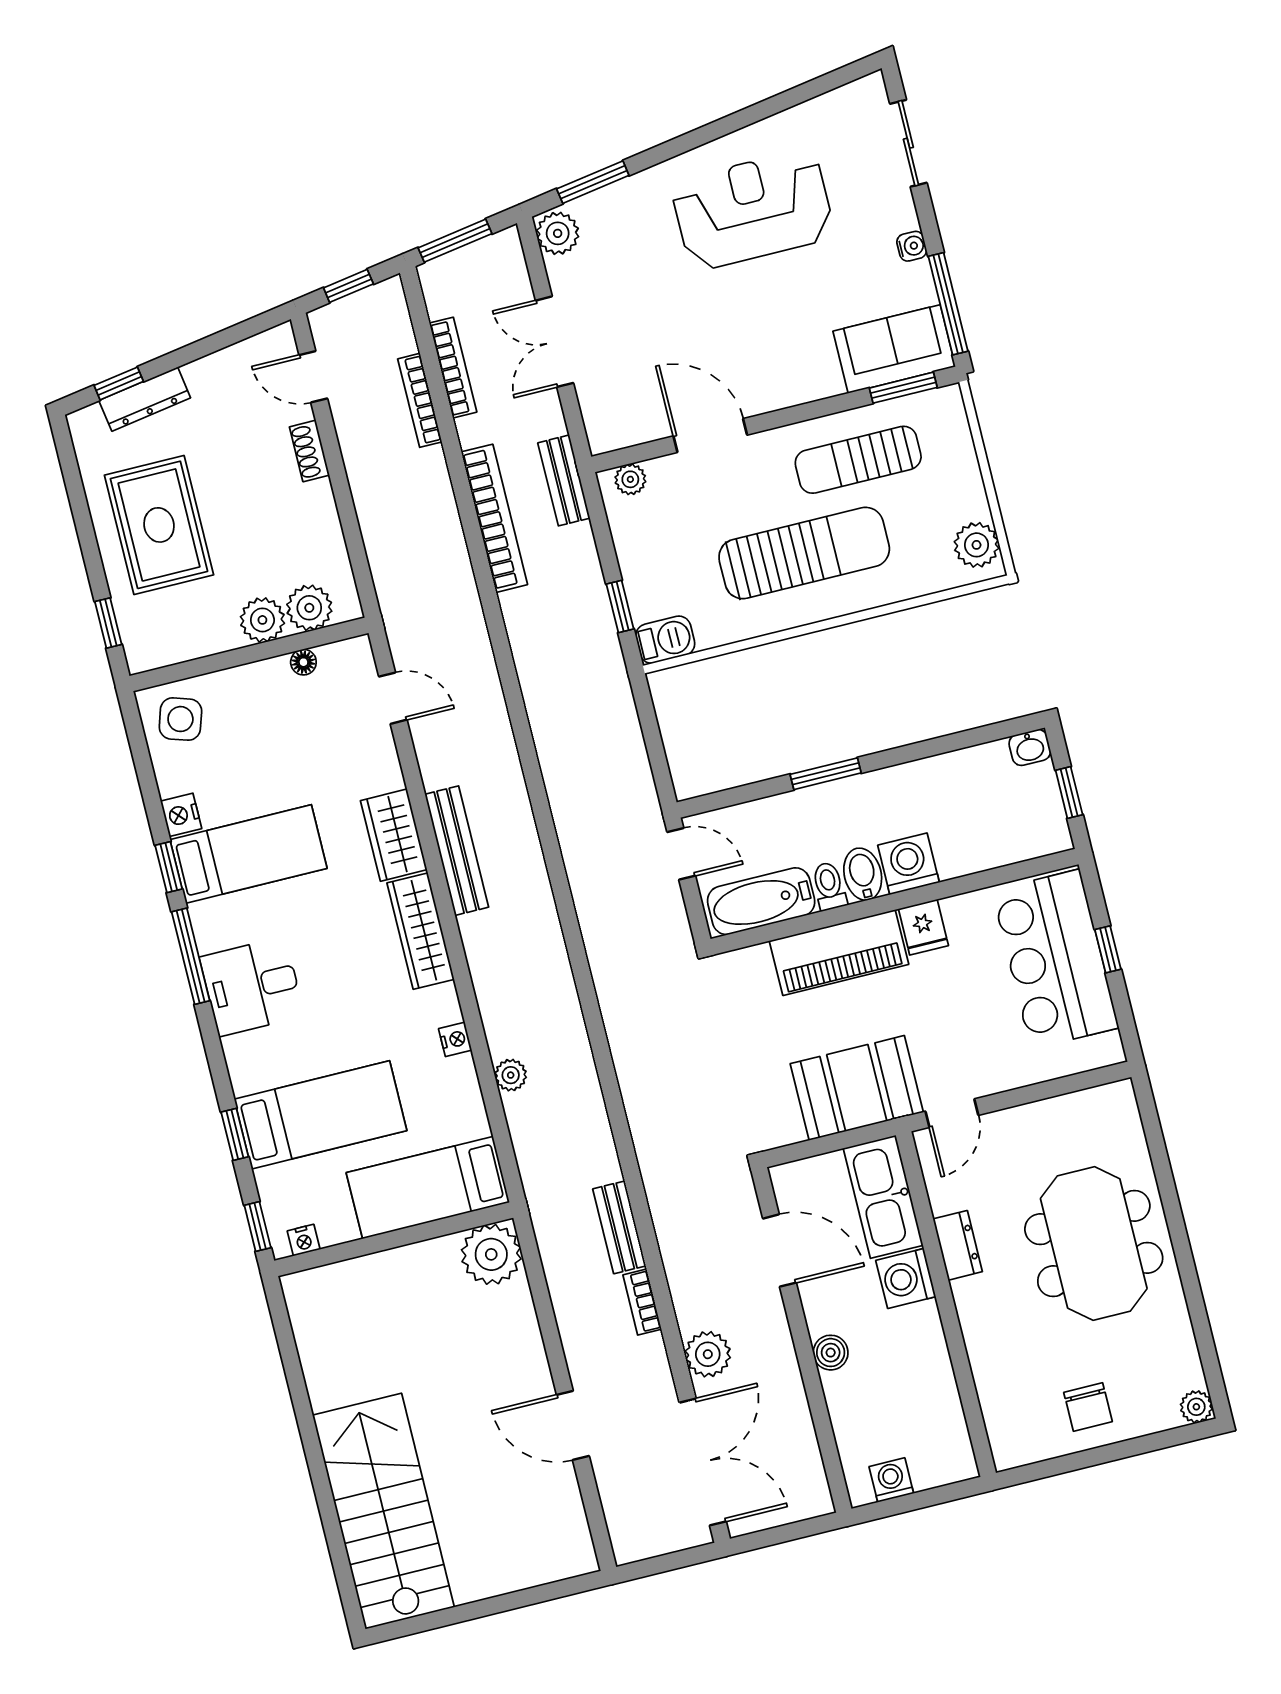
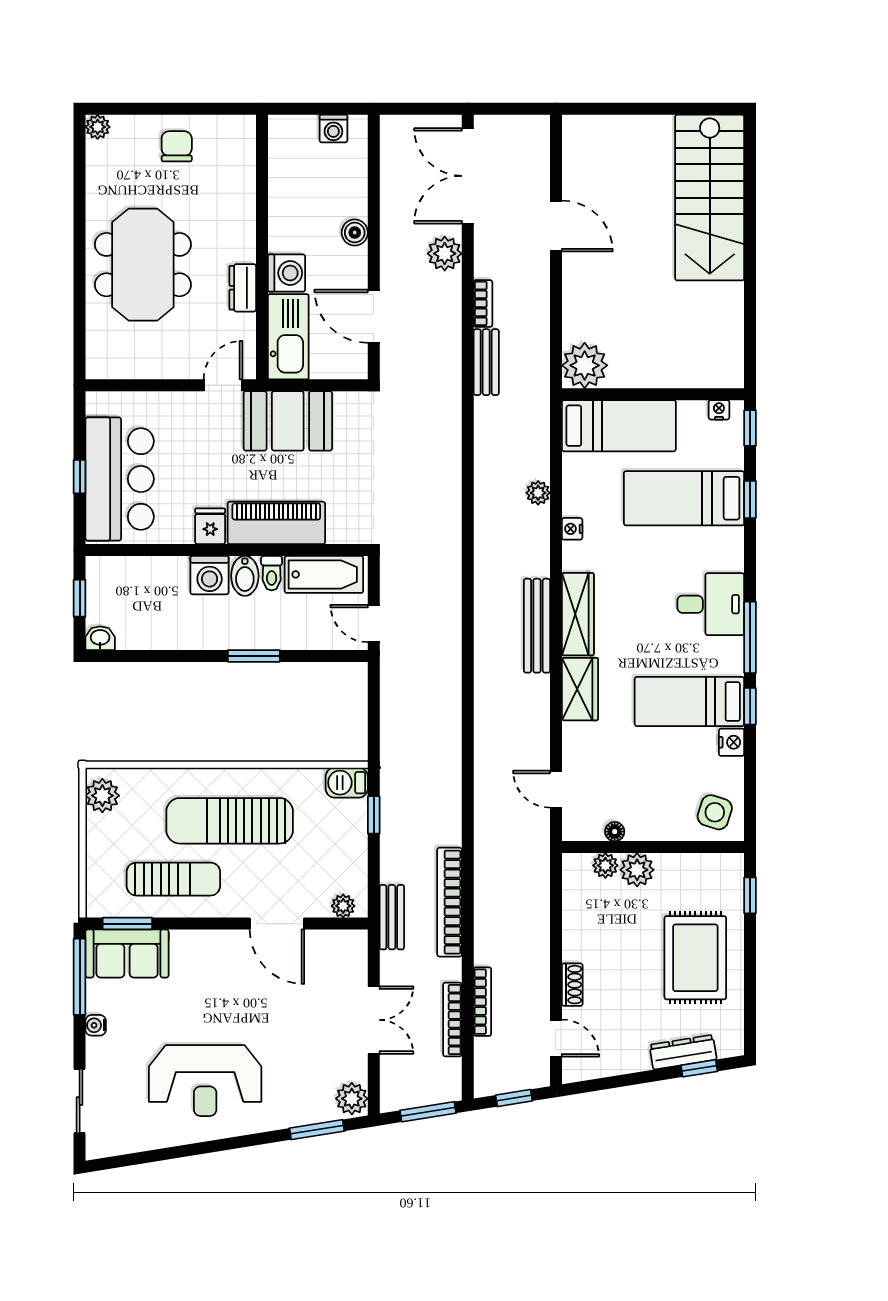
plant: (309, 608) -> (605, 865), width x0.73, depth x0.73
bench: (457, 851) -> (537, 626), moved

